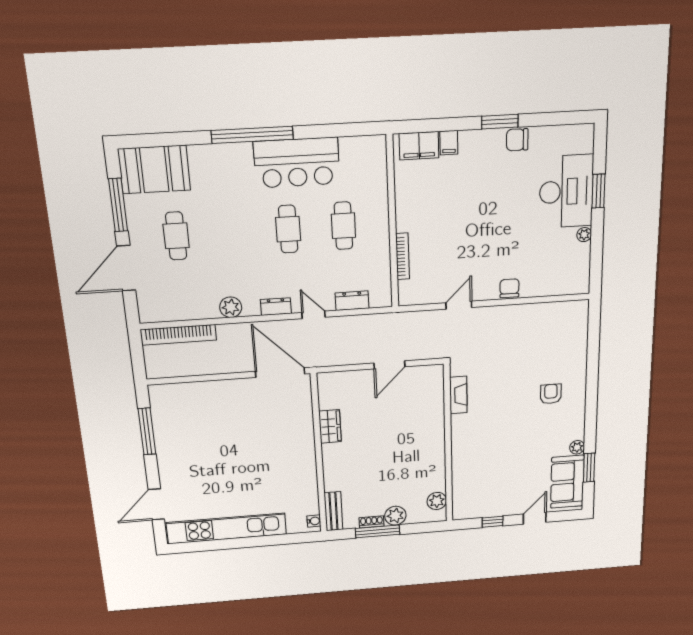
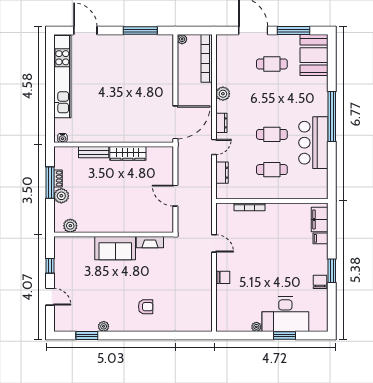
plant: (153, 372) -> (182, 39), added
wardrobe: (330, 426) -> (128, 153), width x1.50
sofa: (567, 482) -> (115, 248), moved, turned 180
bench: (333, 511) -> (94, 152), moved

